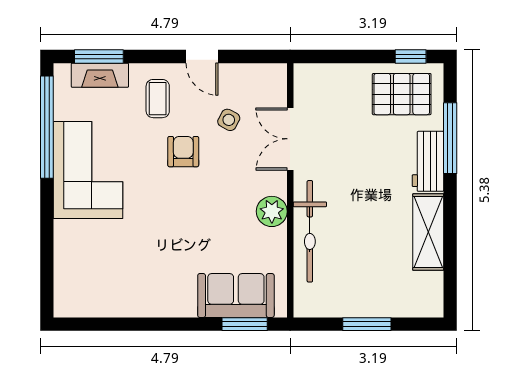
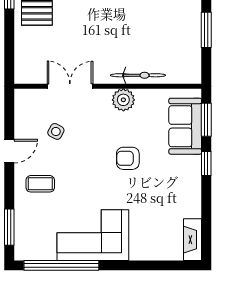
fireplace: (100, 75) -> (192, 240), moved, turned 180
double door: (290, 139) -> (70, 86), swing flipped
armchair: (183, 152) -> (128, 158), moved
bicycle: (310, 231) -> (138, 75), width x0.73, depth x0.71
window: (185, 324) -> (206, 163), added

